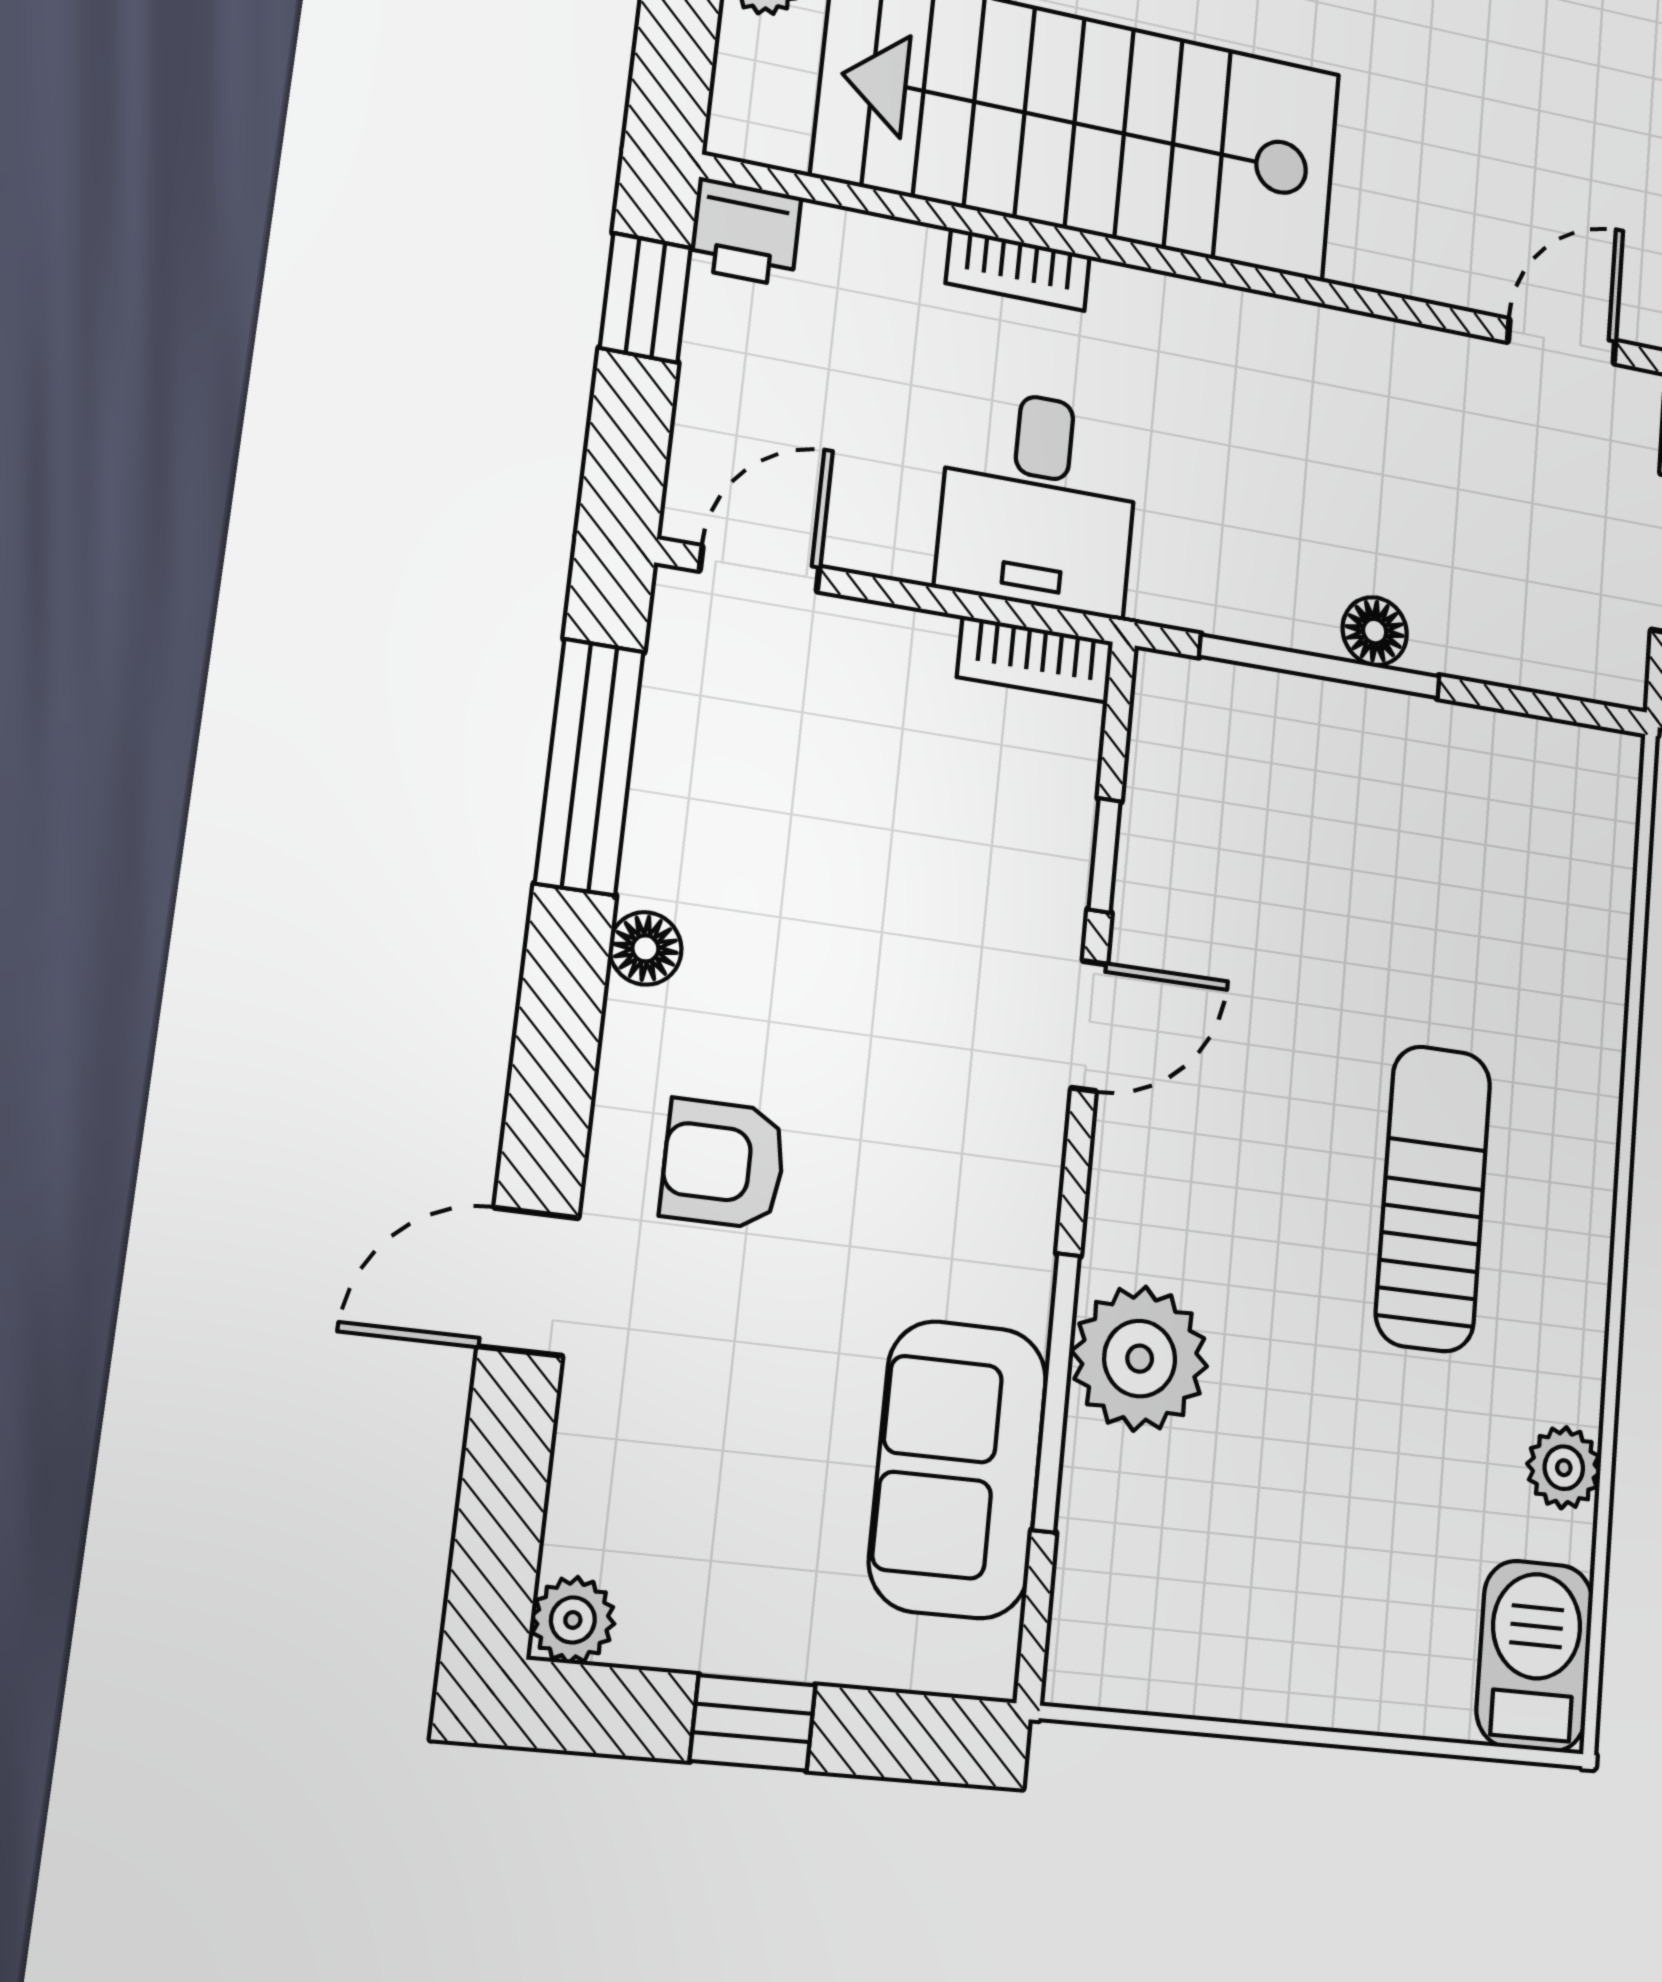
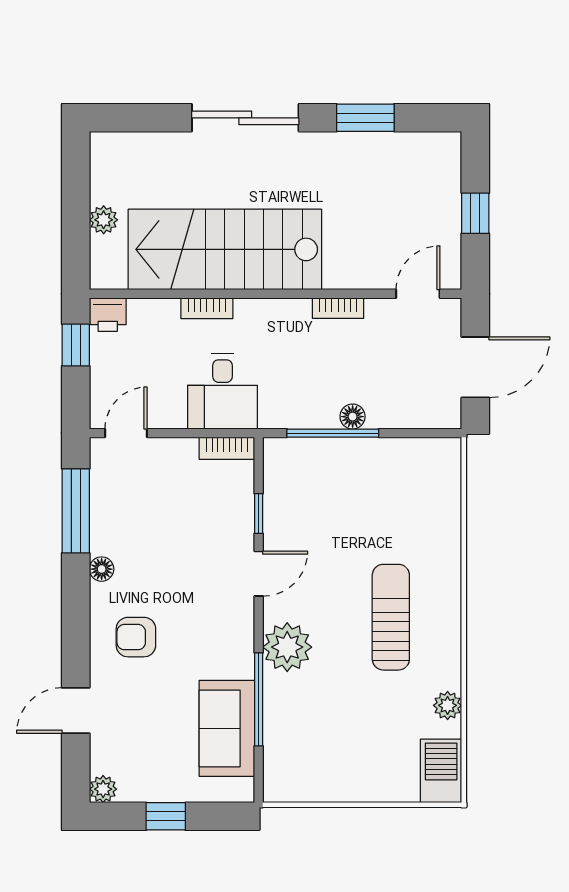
bookcase: (1360, 338) -> (338, 308), added
door: (528, 1282) -> (76, 710), moved
plant: (1140, 1359) -> (287, 647), moved

